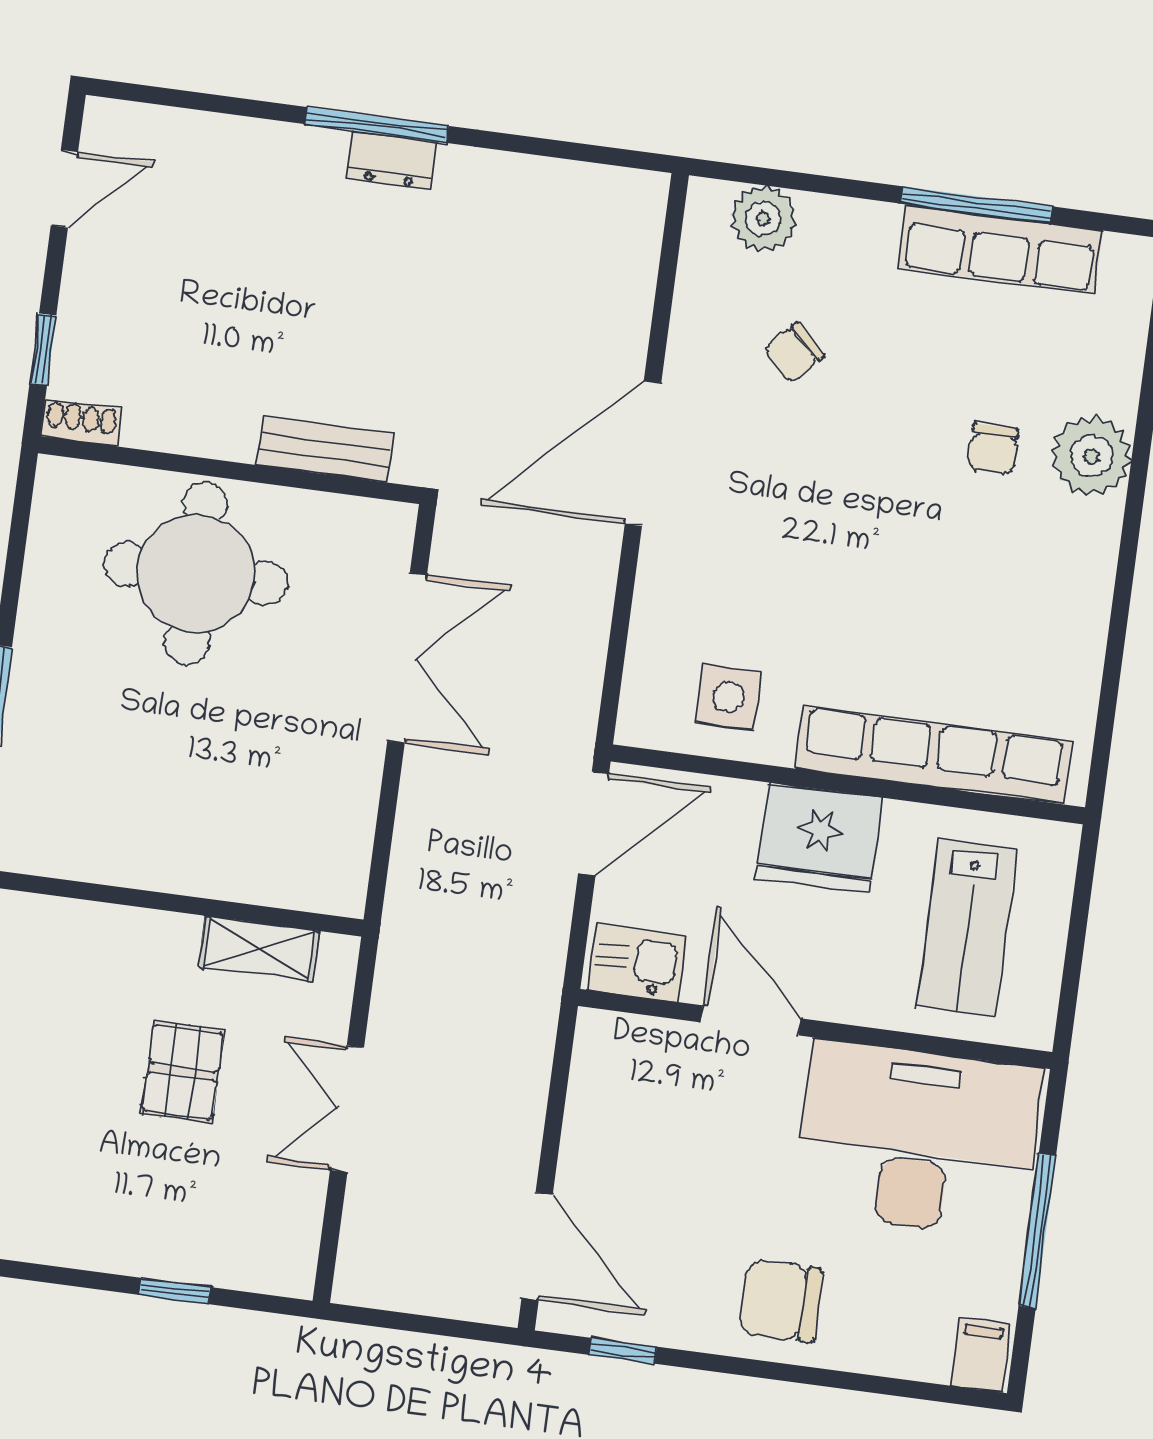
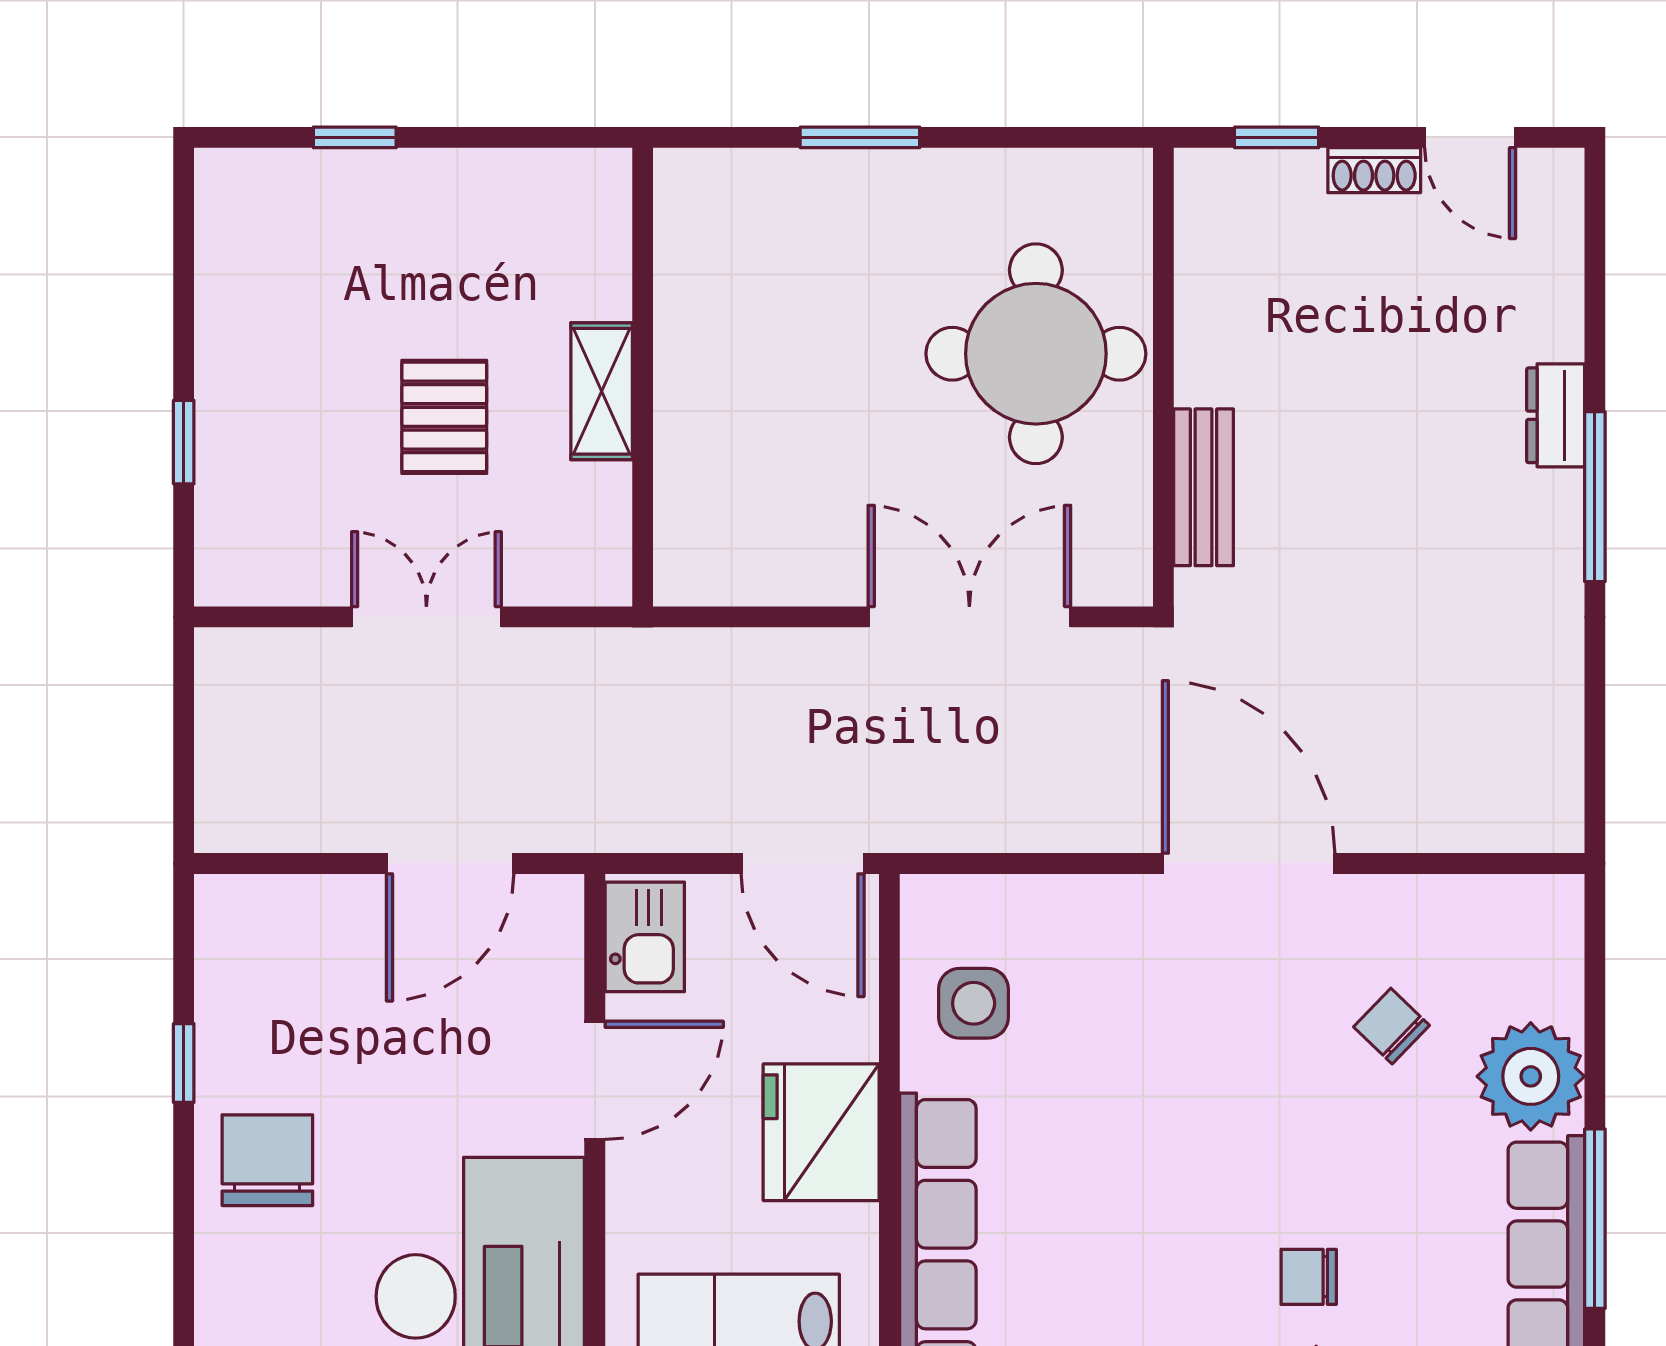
dresser: (391, 160) -> (1556, 415), moved
plant: (763, 219) -> (1531, 1076), moved, width x1.36, depth x1.36
shoe rack: (81, 423) -> (1374, 170), moved, turned 90
double door: (407, 658) -> (969, 617), swing flipped
shelving: (259, 949) -> (602, 391), moved
pallet: (183, 1072) -> (444, 417), turned 90
door: (537, 1246) -> (450, 863), moved
window: (623, 1351) -> (184, 1063), moved

